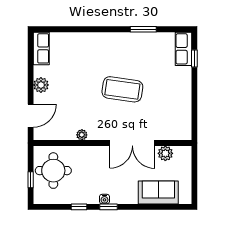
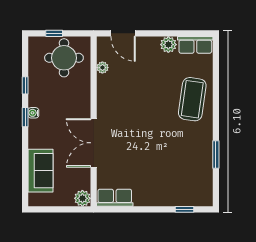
row of seats: (184, 49) -> (115, 198), moved
plant: (41, 85) -> (168, 45), moved
coffee table: (122, 89) -> (192, 99), moved
plant: (82, 135) -> (102, 68), moved
plant: (165, 153) -> (82, 198), moved

